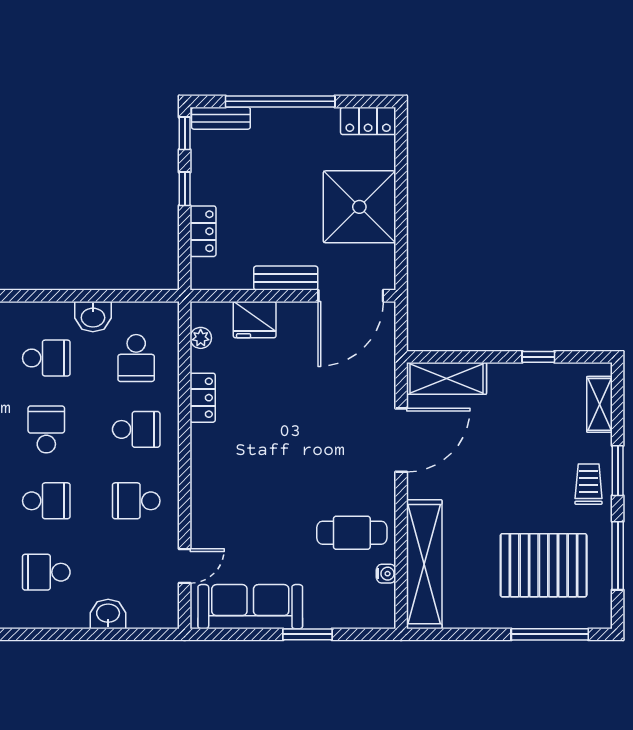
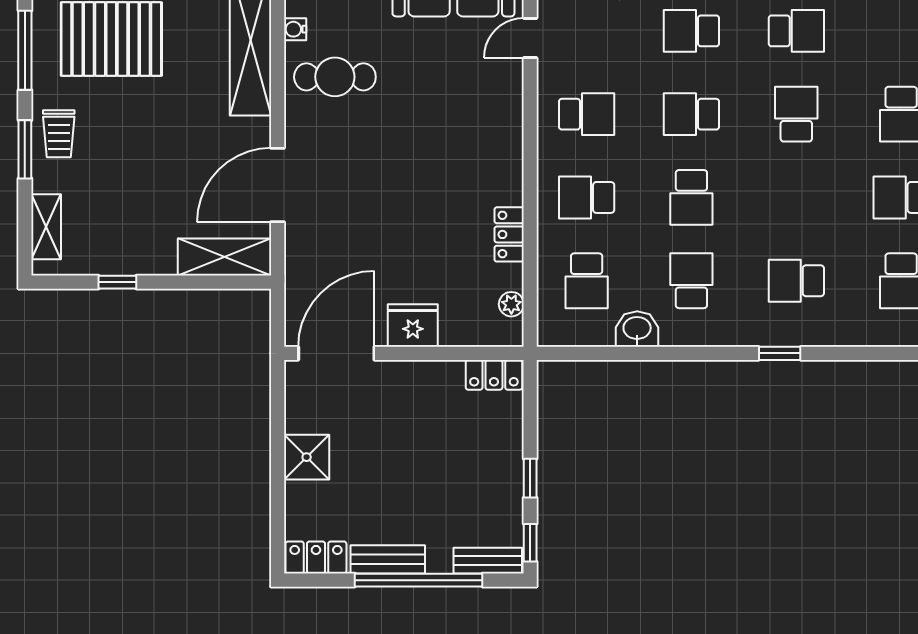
shower: (359, 207) -> (307, 457), width x0.54, depth x0.54
locker: (203, 231) -> (494, 375), moved, turned -90
bench: (286, 278) -> (388, 559), moved
fridge: (255, 320) -> (413, 326), moved
school desk: (46, 358) -> (691, 281), turned 90
school desk: (136, 358) -> (587, 281), turned 180
school desk: (46, 572) -> (691, 31), turned 180

